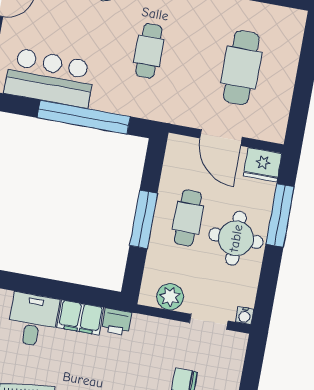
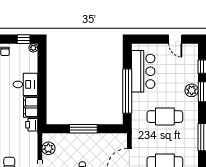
cafe table: (149, 51) -> (165, 117), width x1.37, depth x1.35
cafe table: (188, 218) -> (88, 150), removed

